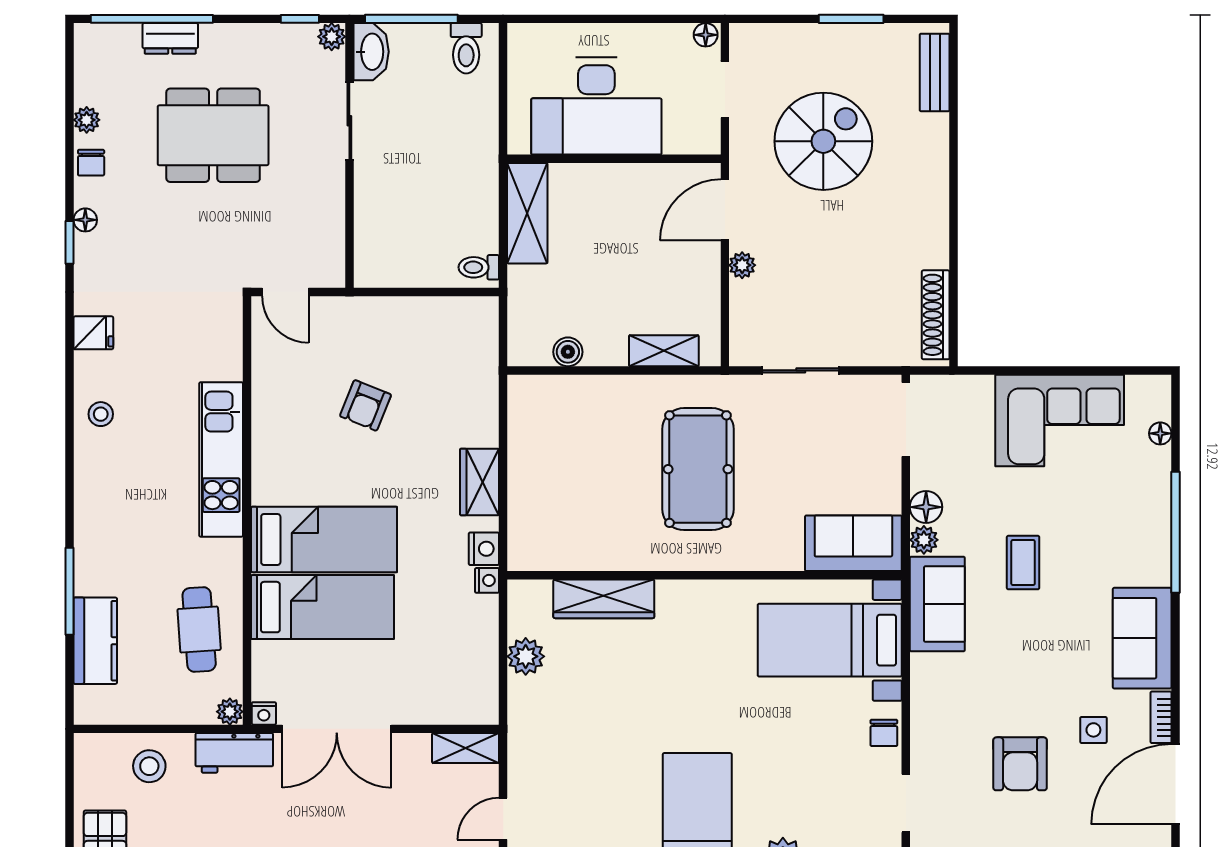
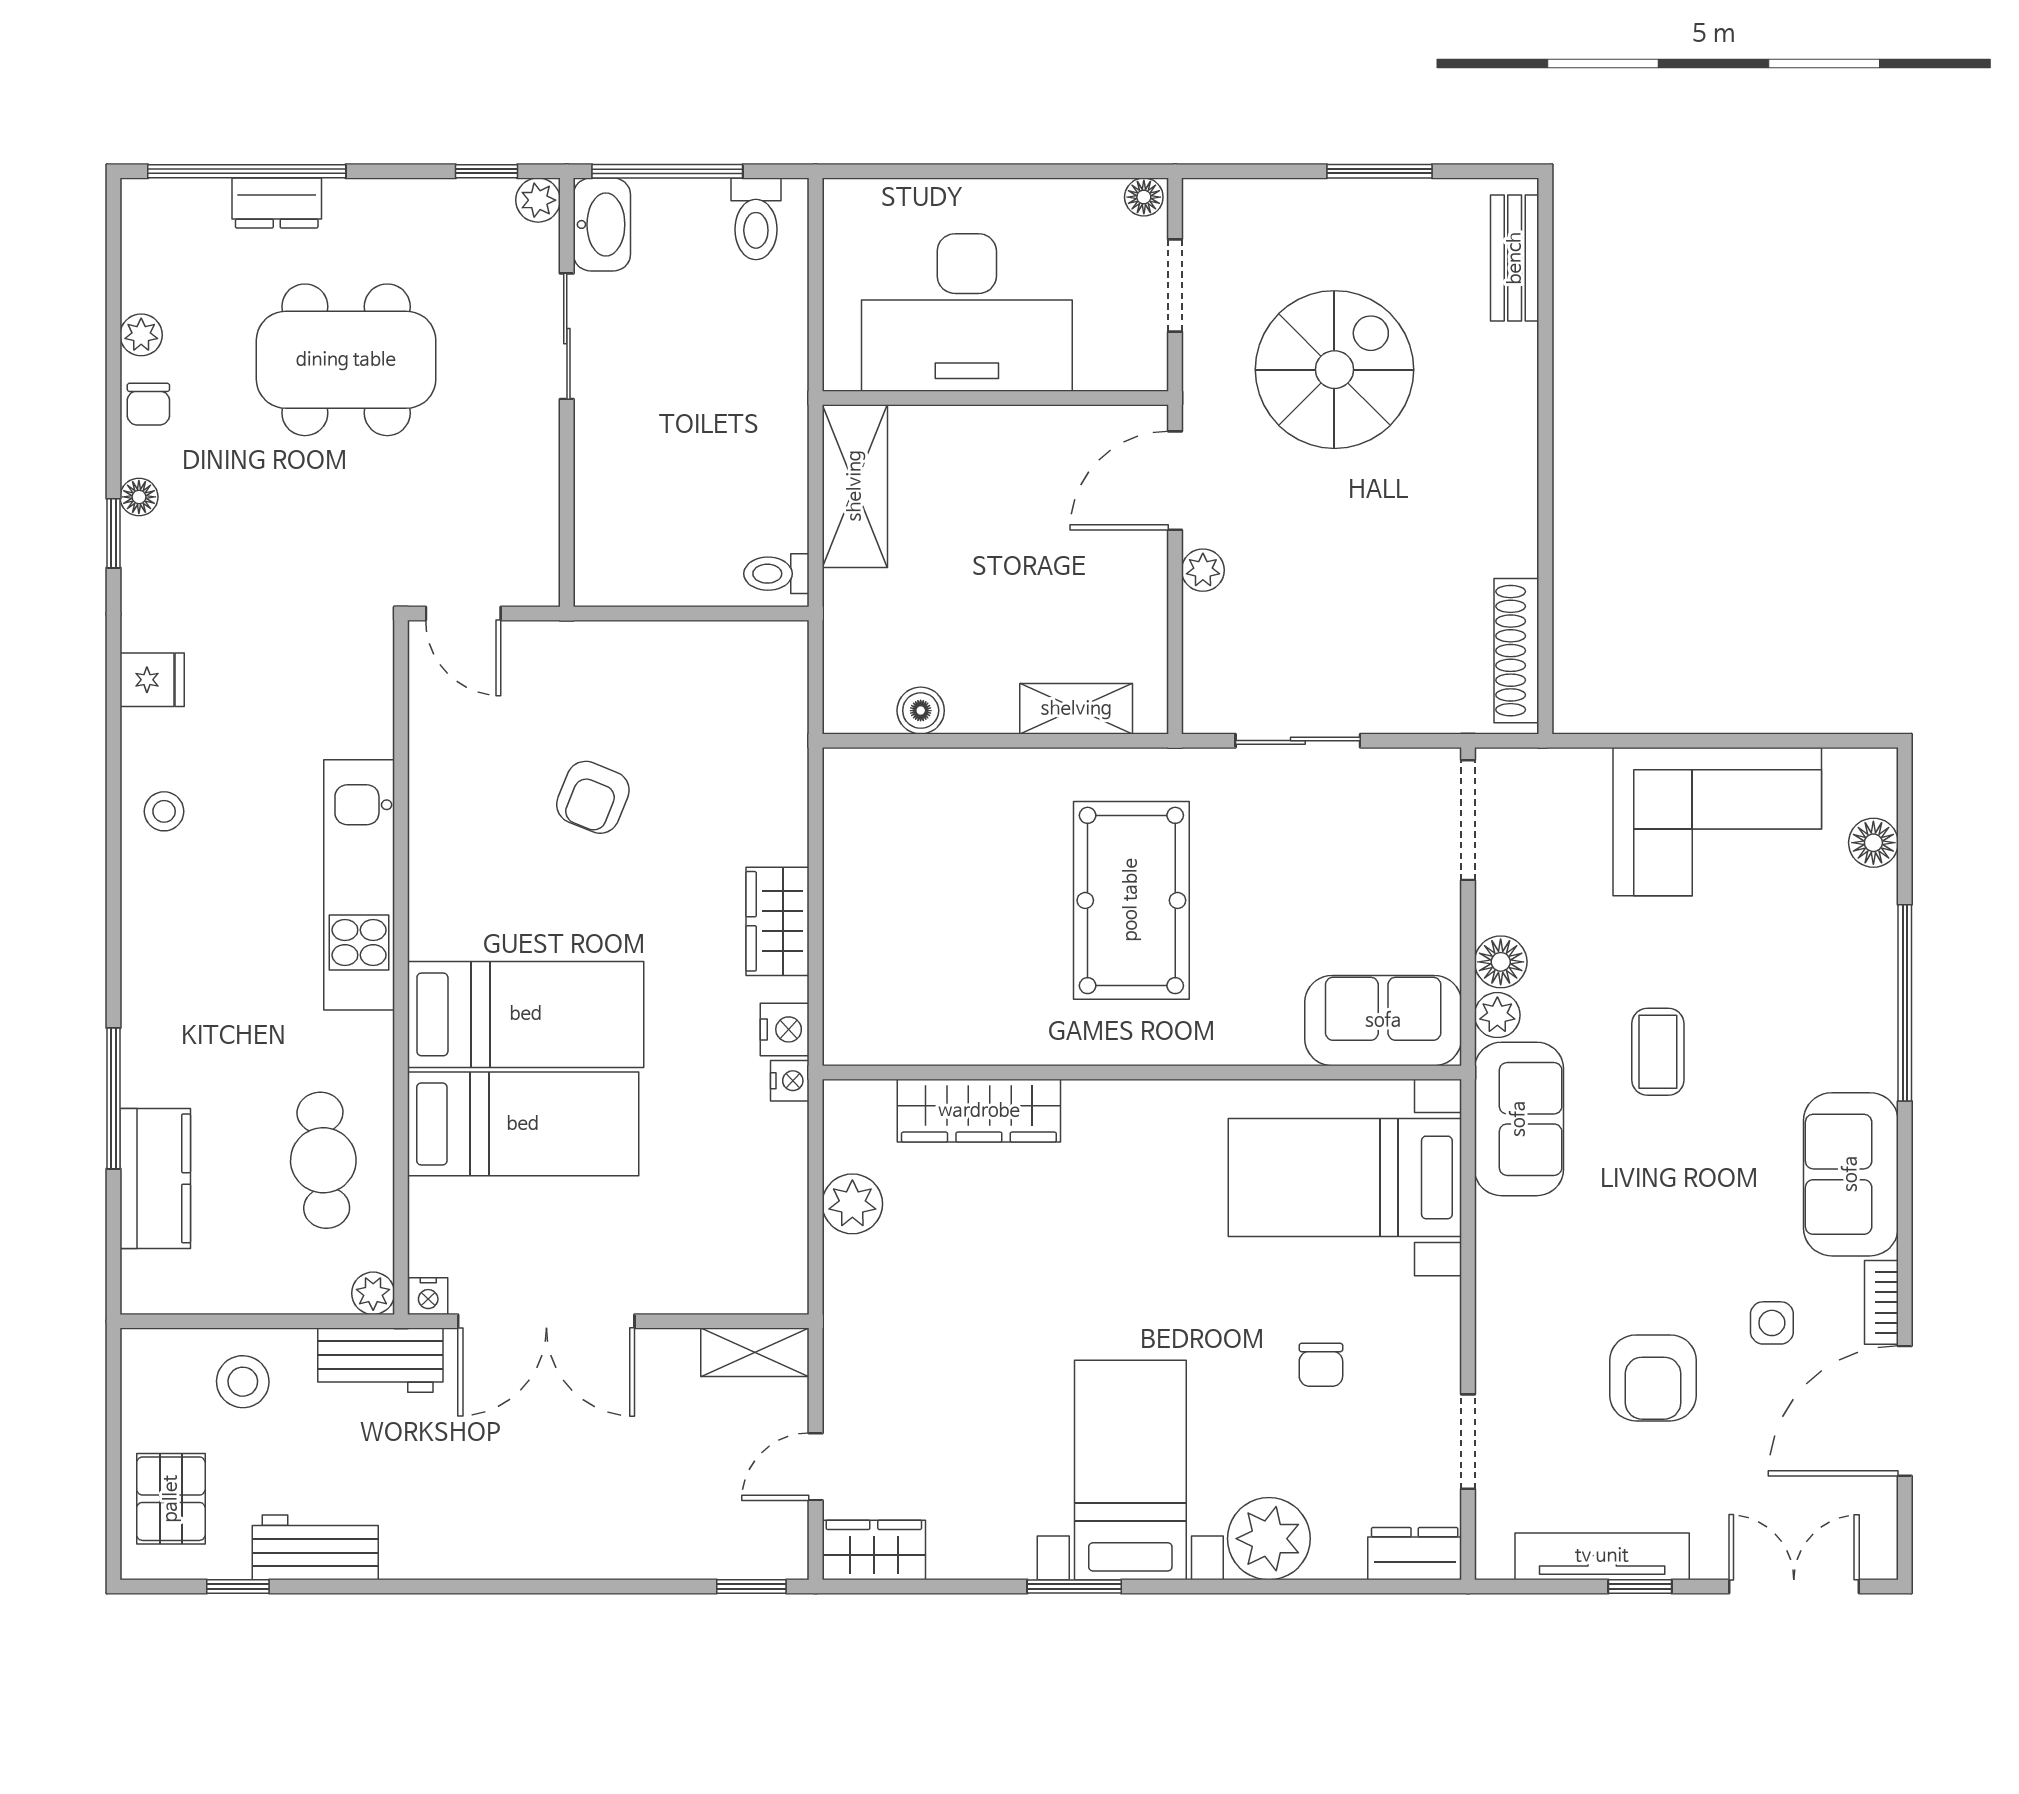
floor lamp: (1160, 433) -> (1873, 843), width x1.37, depth x1.37
chair: (884, 733) -> (1321, 1365), moved

